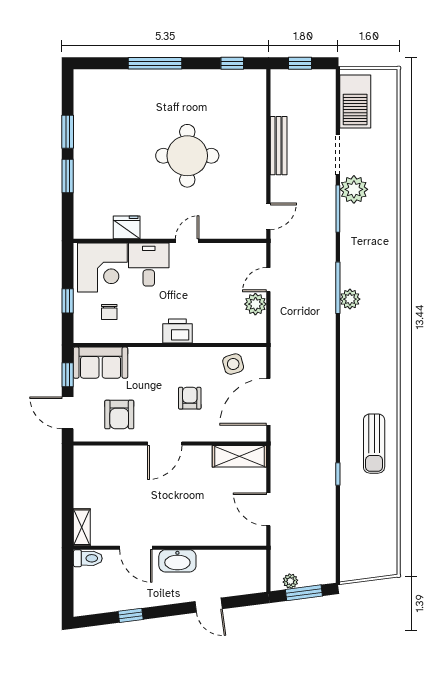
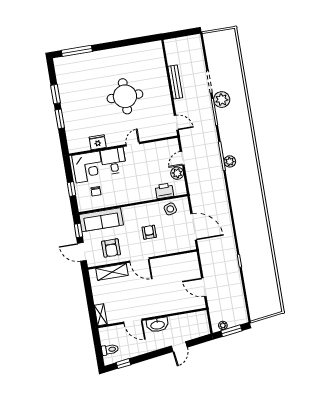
window: (155, 63) -> (77, 51), moved
window: (232, 63) -> (142, 40), removed
window: (300, 63) -> (180, 34), removed
barbecue: (355, 102) -> (214, 50), removed
door: (268, 216) -> (176, 123), hinge flipped
printer: (177, 331) -> (164, 191), moved
sofa: (101, 363) -> (101, 220), width x1.36
door: (268, 402) -> (194, 227), swing flipped
door: (165, 443) -> (139, 260), hinge flipped
sun lounger: (374, 444) -> (257, 240), removed
shelving: (239, 456) -> (112, 272), moved
toilet: (88, 558) -> (110, 350), moved
door: (209, 605) -> (179, 347), hinge flipped
window: (131, 615) -> (123, 364), moved

